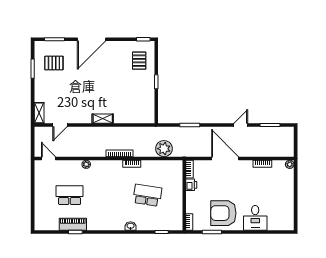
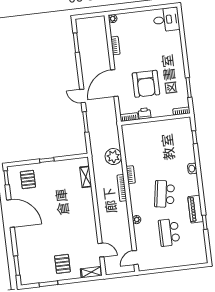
door: (92, 39) -> (11, 213), moved
pallet: (139, 61) -> (28, 180), turned 90
pallet: (54, 63) -> (62, 264), moved
shelving: (103, 119) -> (86, 177), moved
door: (241, 125) -> (82, 96), moved
plant: (164, 149) -> (113, 157), moved
school desk: (147, 195) -> (164, 194), moved
armchair: (223, 213) -> (146, 84), moved
desk: (255, 218) -> (166, 20), moved
piano: (73, 224) -> (195, 209), moved

